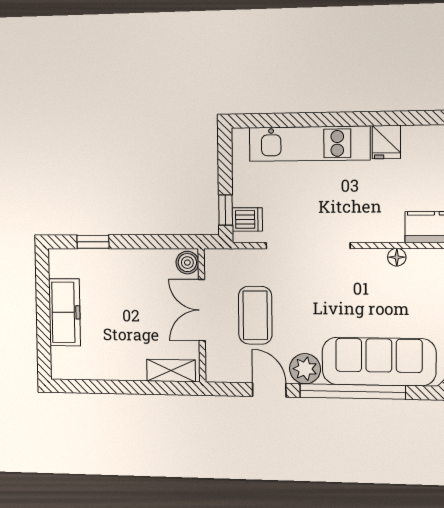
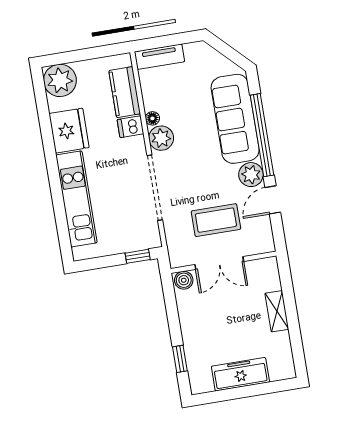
fridge: (386, 142) -> (69, 131), width x1.88, depth x1.34
dishwasher: (247, 219) -> (130, 127), moved, turned -90
plant: (370, 264) -> (161, 138), added
shelving: (171, 371) -> (277, 311), moved

